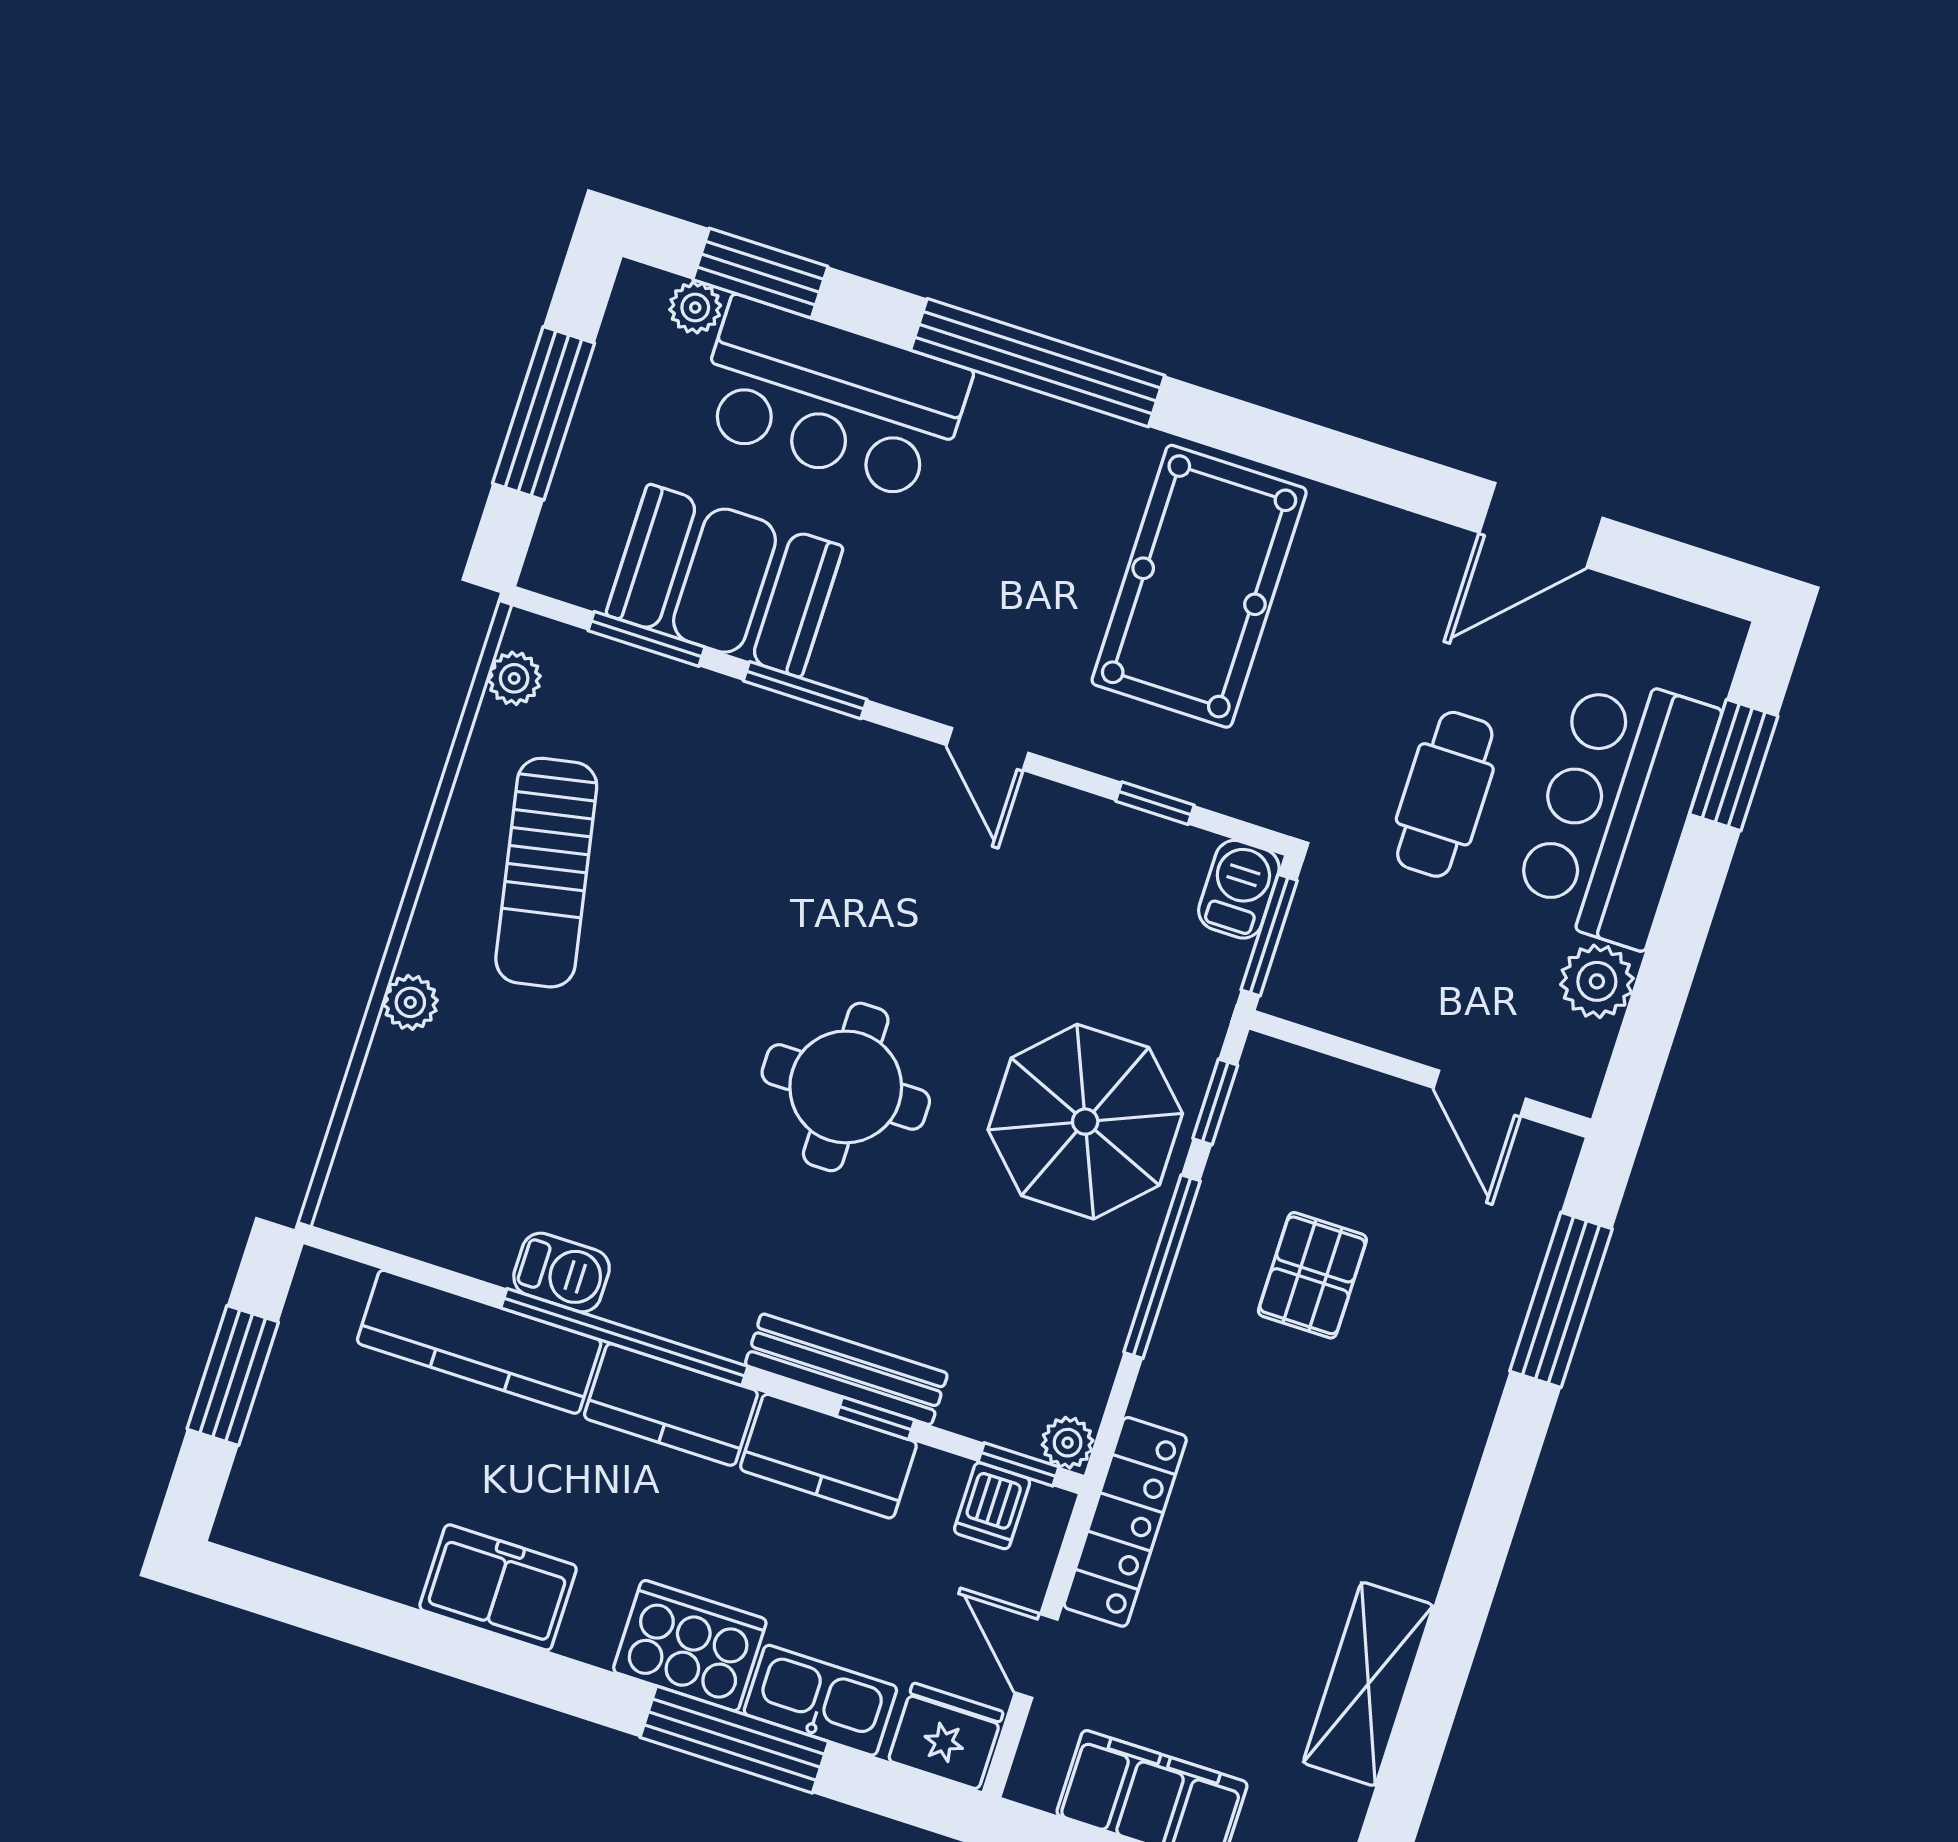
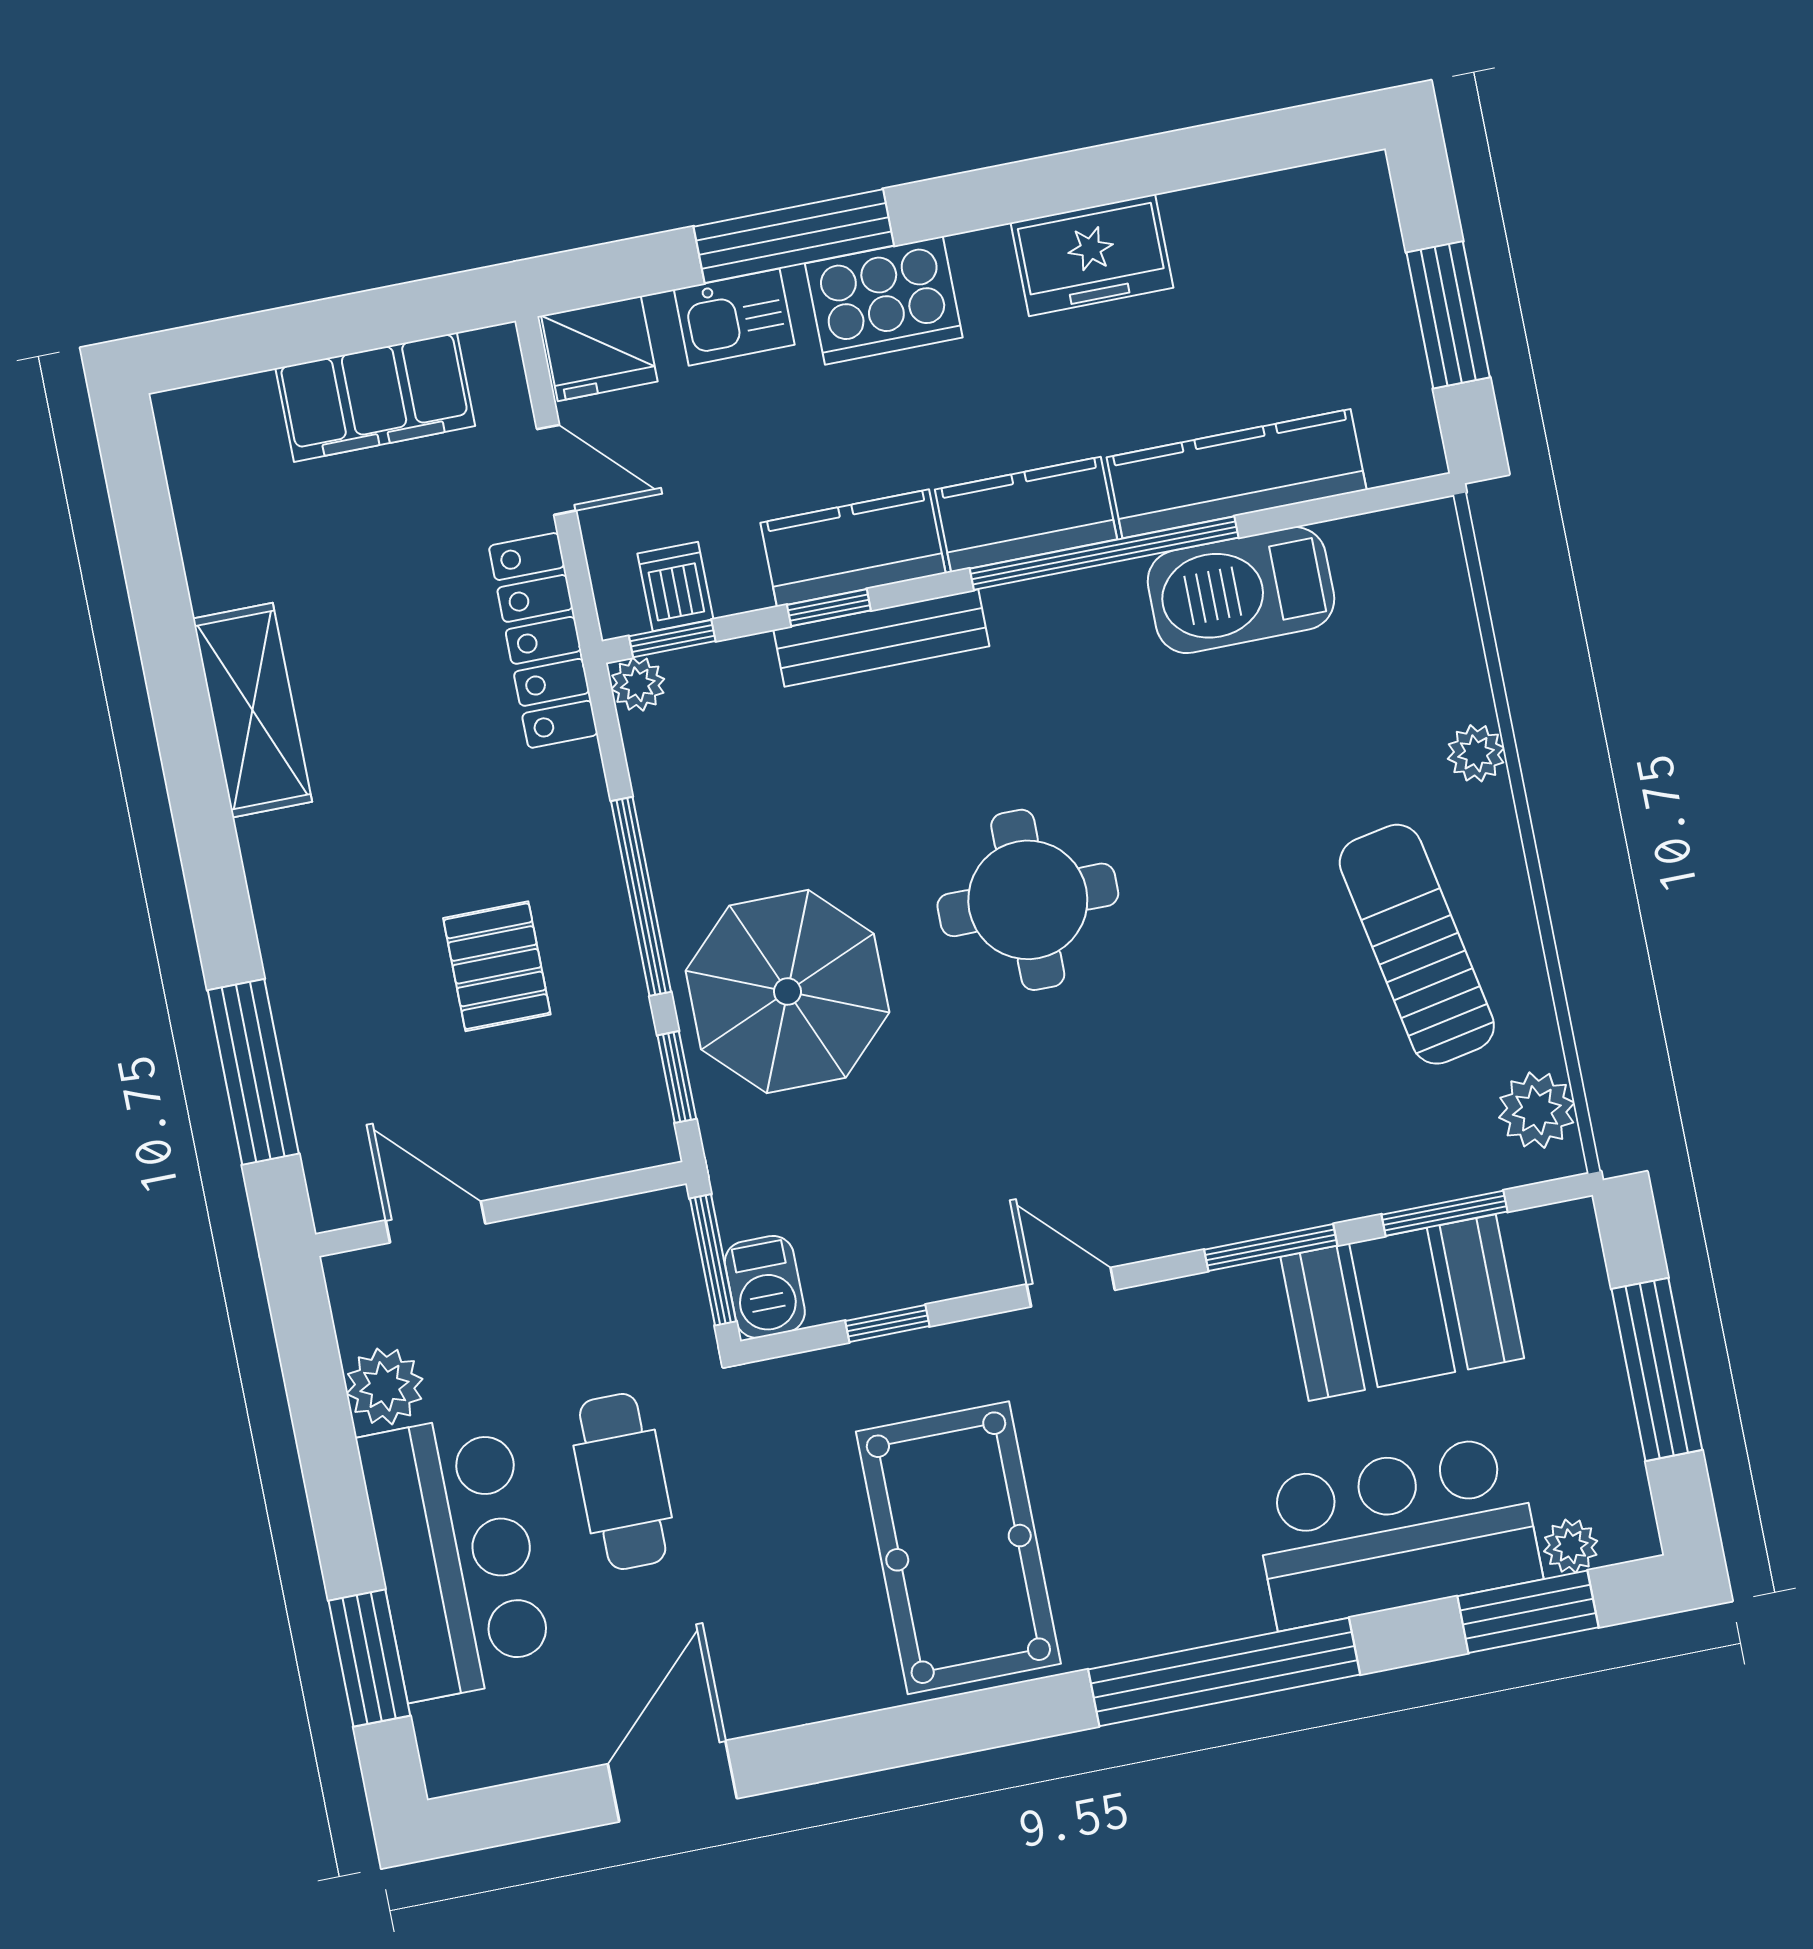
plant: (514, 678) -> (1537, 1110), width x1.38, depth x1.38
barbecue: (562, 1272) -> (1241, 590), width x1.88, depth x1.53
shelving: (1368, 1684) -> (252, 710), moved
kitchen sink: (820, 1700) -> (734, 317), width x0.73

